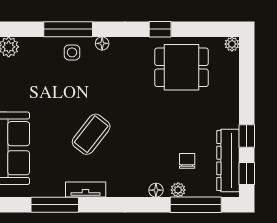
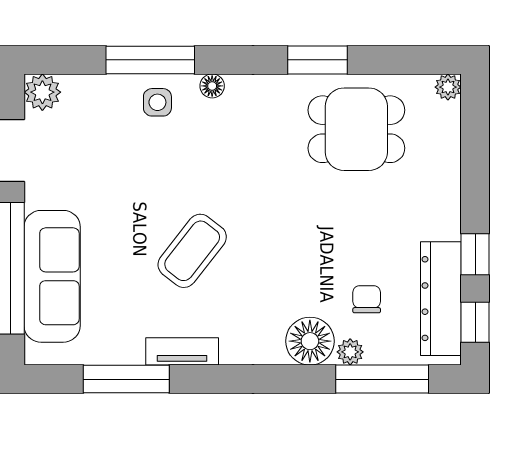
window: (160, 29) -> (317, 60), width x1.50
floor lamp: (156, 190) -> (310, 341), width x1.89, depth x1.89

